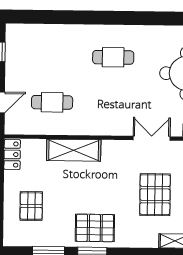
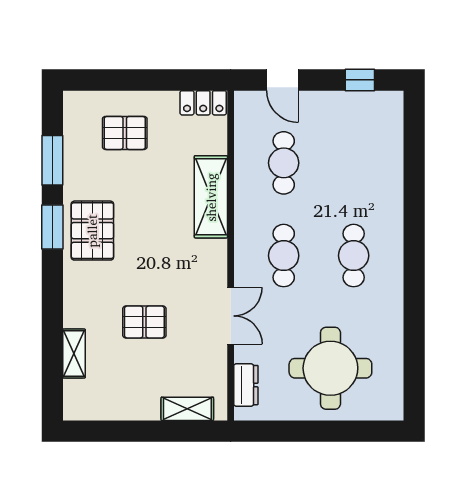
cafe table: (113, 103) -> (284, 256), added
pallet: (155, 195) -> (144, 322), width x0.67, depth x0.71

